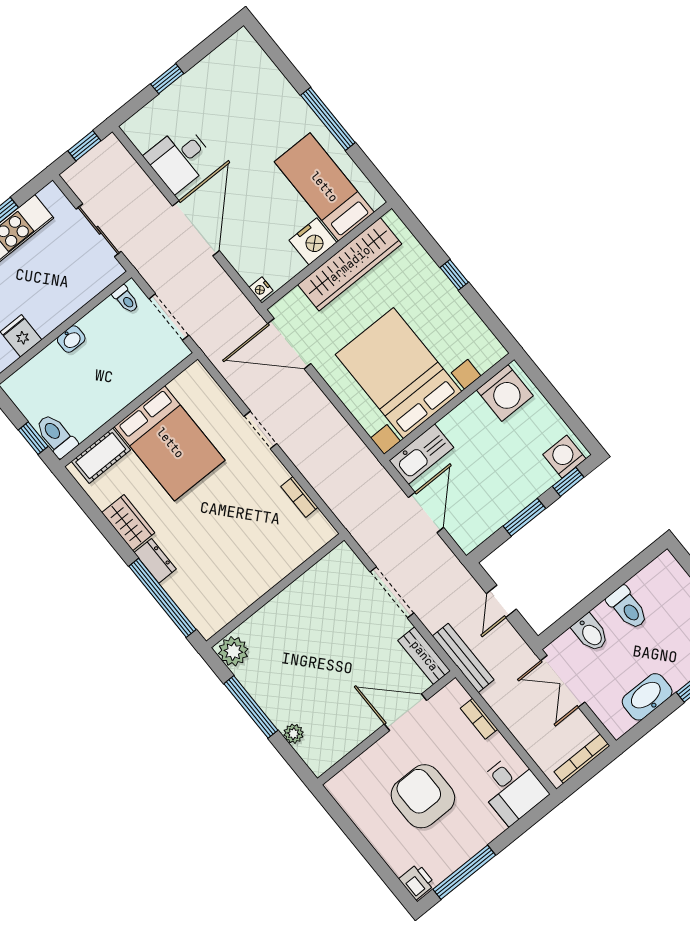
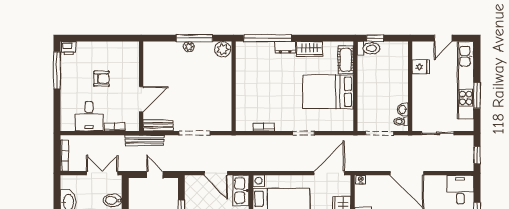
desk: (180, 158) -> (460, 190), moved
washbasin: (71, 339) -> (403, 109), moved
plant: (294, 734) -> (189, 47), moved
desk: (512, 789) -> (89, 116), moved, turned -90
armchair: (423, 796) -> (101, 79), width x0.53, depth x0.53

